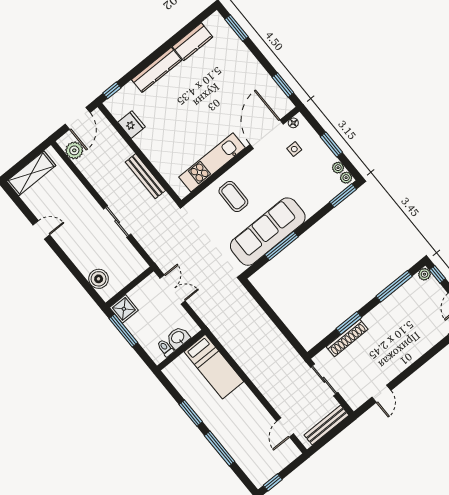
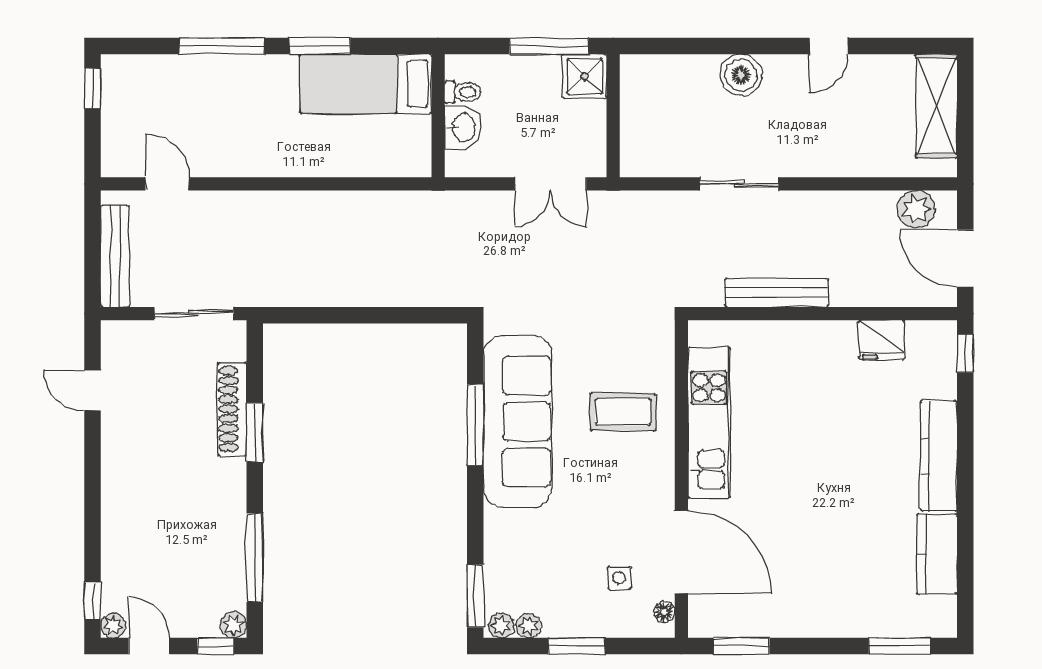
boiler: (99, 279) -> (741, 75), moved
bed: (214, 367) -> (366, 84), moved

